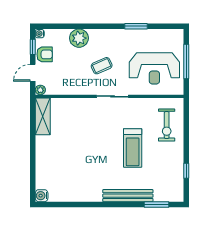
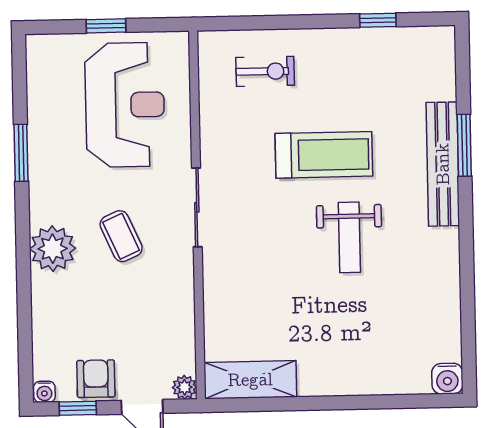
plant: (79, 38) -> (53, 249), moved
window: (186, 61) -> (106, 26), width x0.46
exercise bike: (167, 125) -> (265, 71), width x0.73, depth x0.72
weight bench: (99, 157) -> (349, 237), added
window: (156, 204) -> (464, 145), moved

